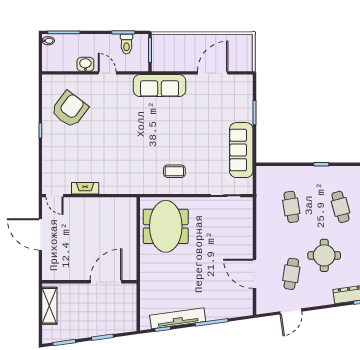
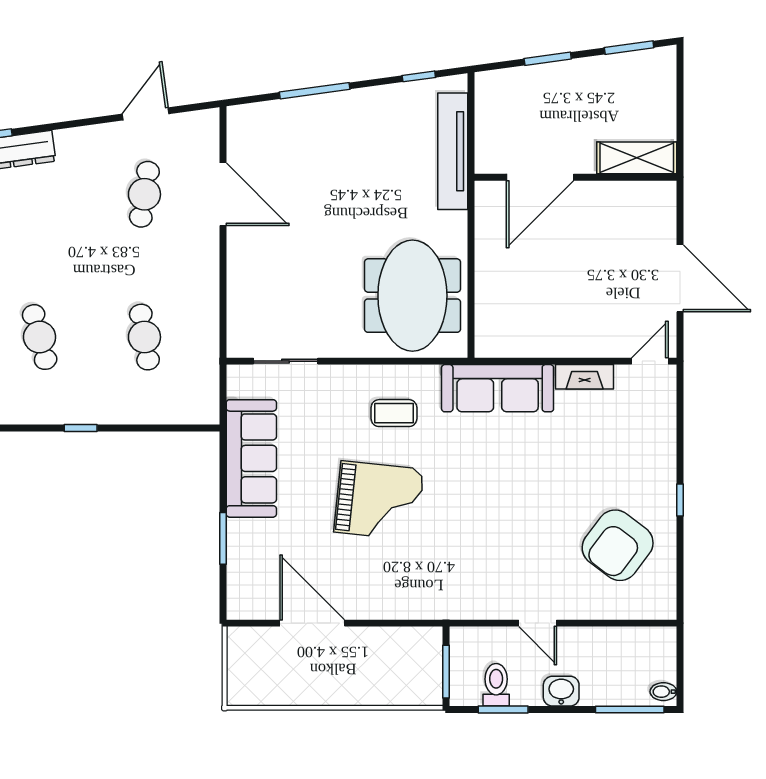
washbasin: (85, 64) -> (561, 691), moved, turned 180
door: (213, 73) -> (312, 623), swing flipped
sofa: (159, 86) -> (498, 388), moved, turned 180
grand piano: (181, 130) -> (379, 501), added
door: (54, 196) -> (650, 361), hinge flipped
round table: (324, 255) -> (74, 233), removed
shelving: (49, 306) -> (637, 158), moved, turned 90
tv unit: (178, 318) -> (453, 151), moved, turned 98

